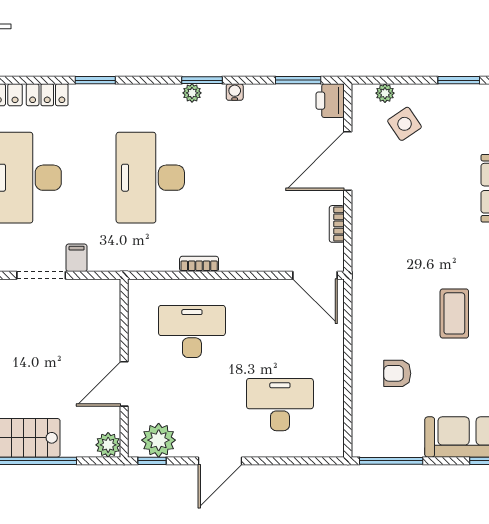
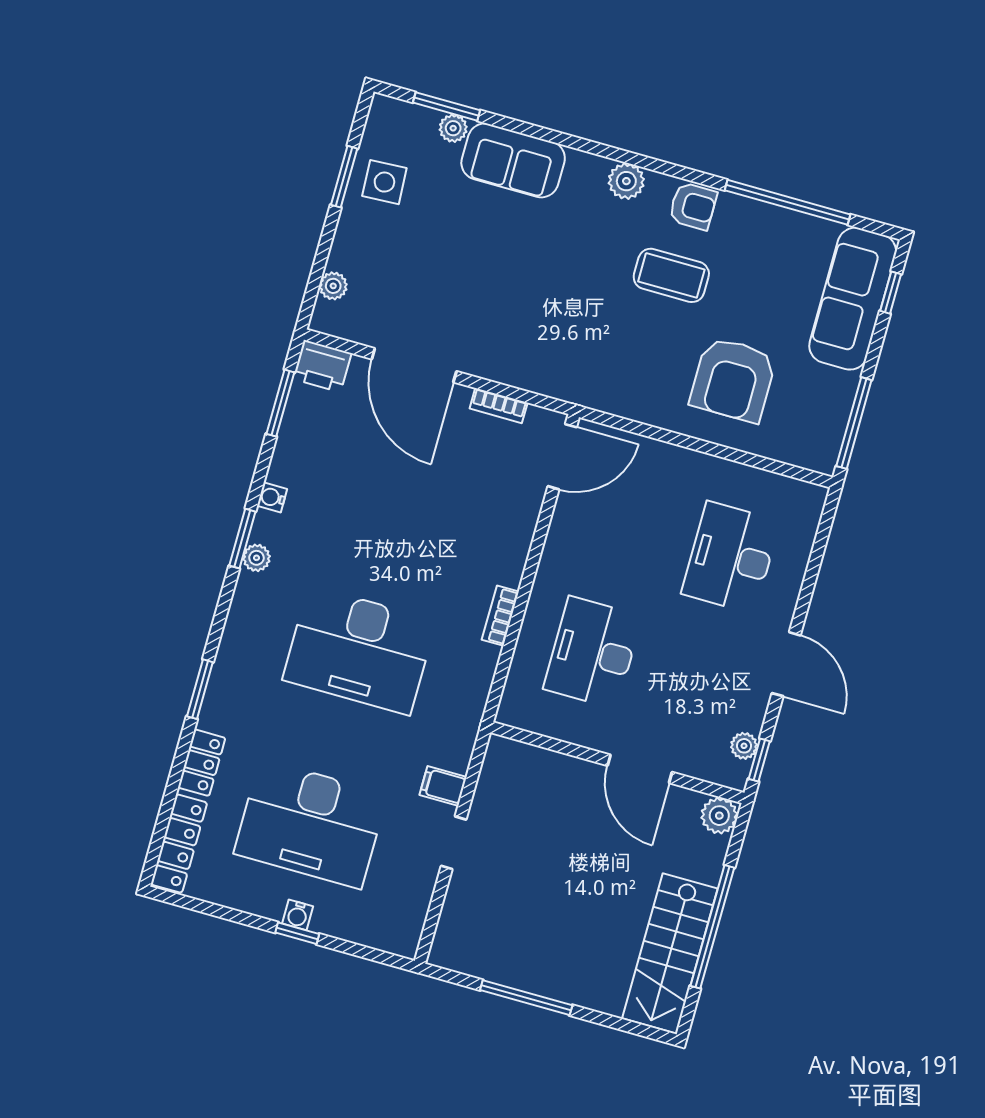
side table: (405, 124) -> (384, 182), moved, turned 31
doorway: (41, 275) -> (454, 843), width x0.73
armchair: (397, 373) -> (733, 380), width x1.88, depth x1.88
plant: (159, 440) -> (744, 746), width x0.53, depth x0.53

